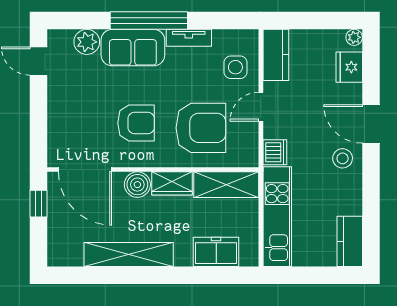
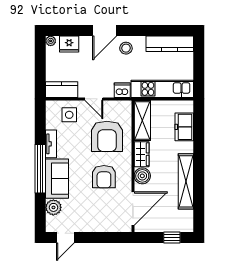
armchair: (136, 123) -> (104, 177), turned 180
armchair: (201, 128) -> (107, 136), turned 180
window: (39, 204) -> (172, 237), moved
kitchen counter: (350, 241) -> (170, 44), width x1.50

